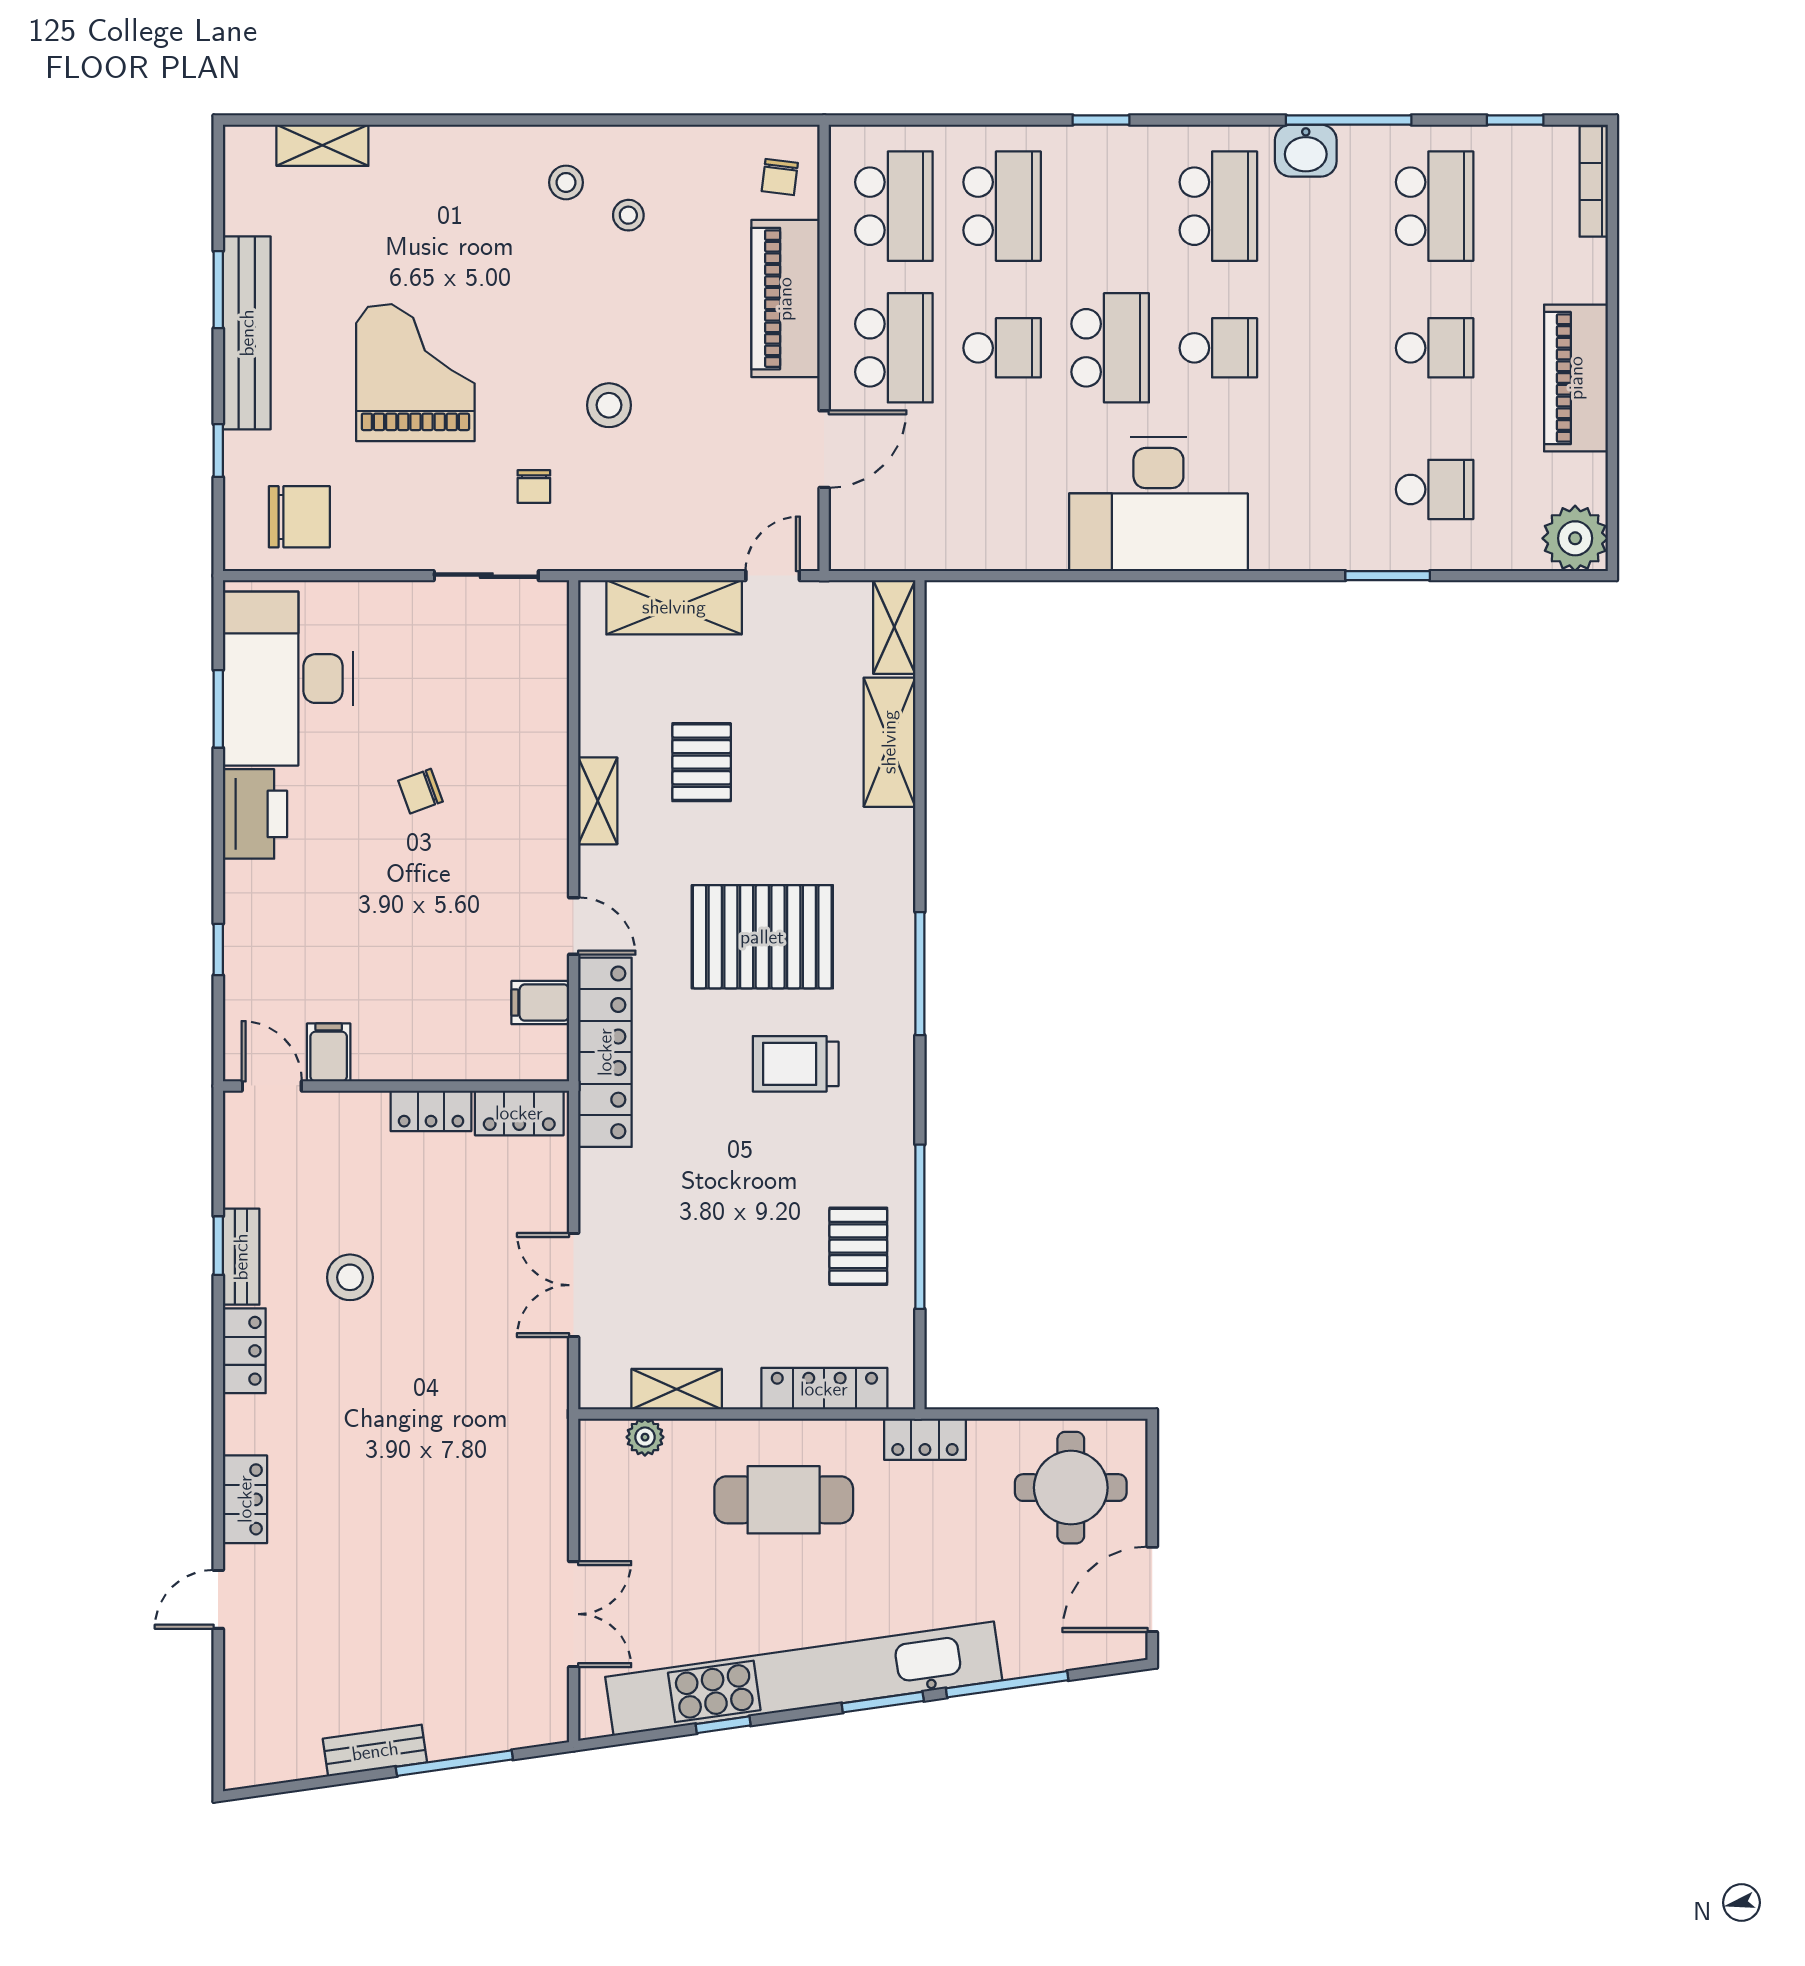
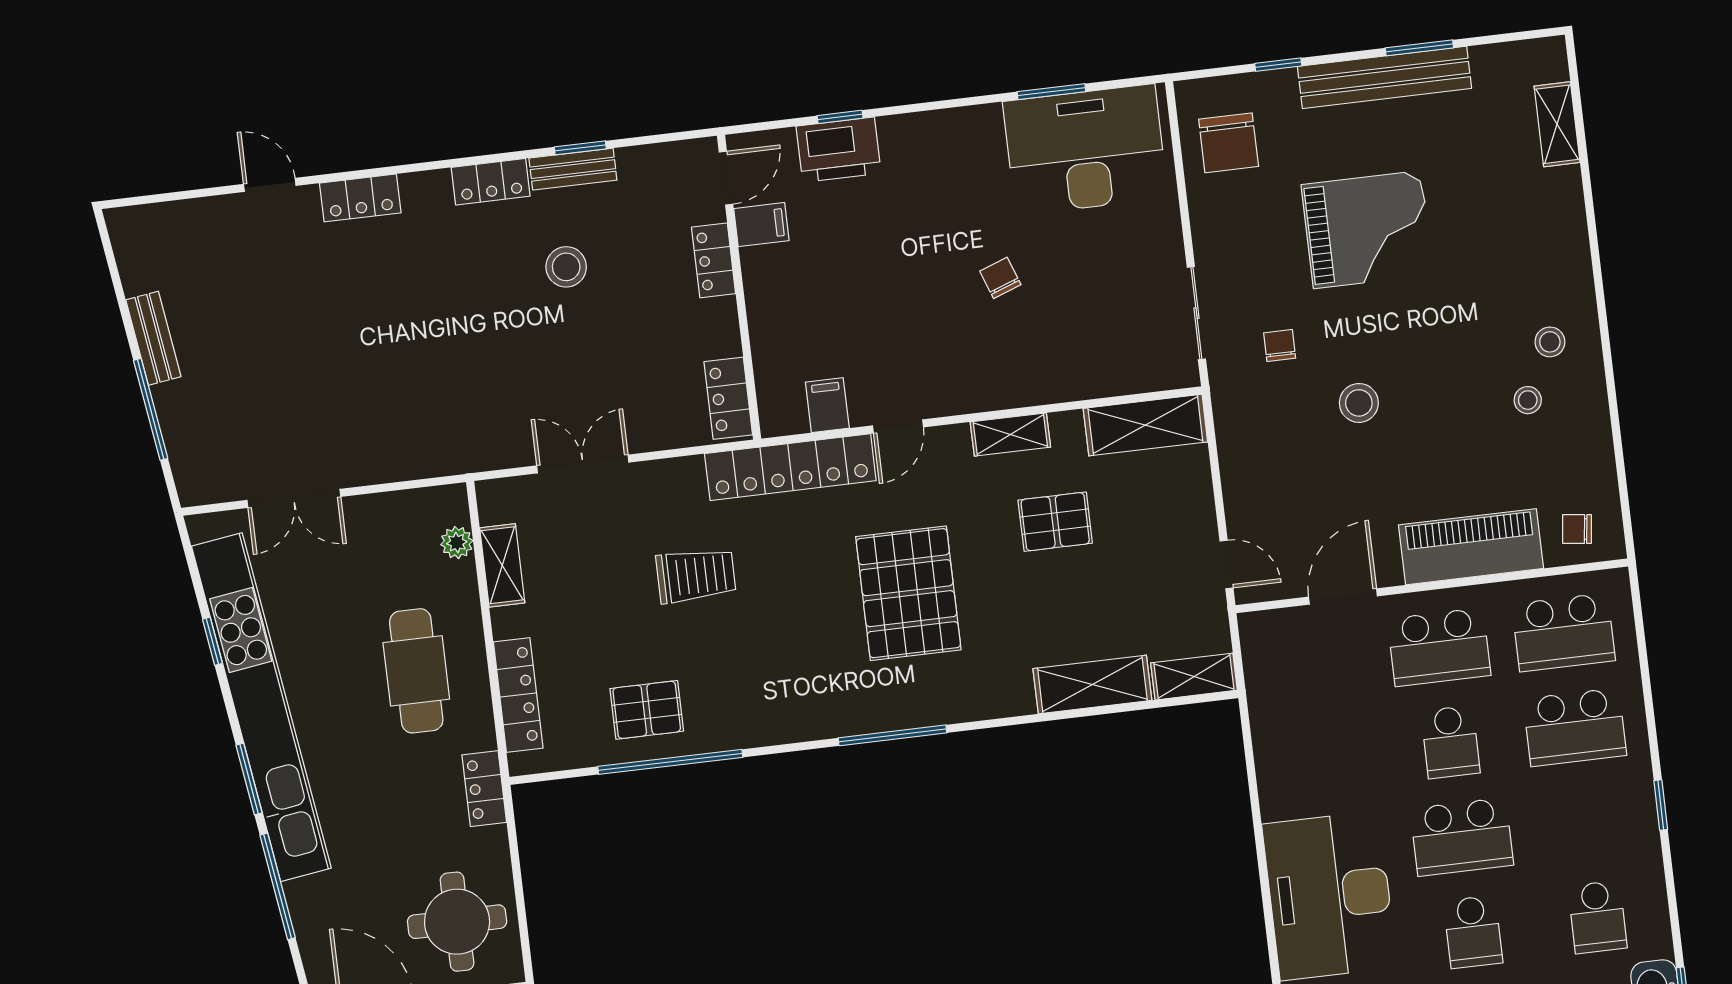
school desk: (1218, 206) -> (1597, 917), width x0.54
door: (824, 449) -> (1343, 596), swing flipped
chair: (534, 487) -> (1280, 346), turned 90
shelving: (674, 607) -> (1145, 425), moved, turned 90
printer: (255, 814) -> (839, 150), moved
trolley: (796, 1064) -> (696, 575), moved, turned 90
locker: (431, 1111) -> (714, 260), moved

